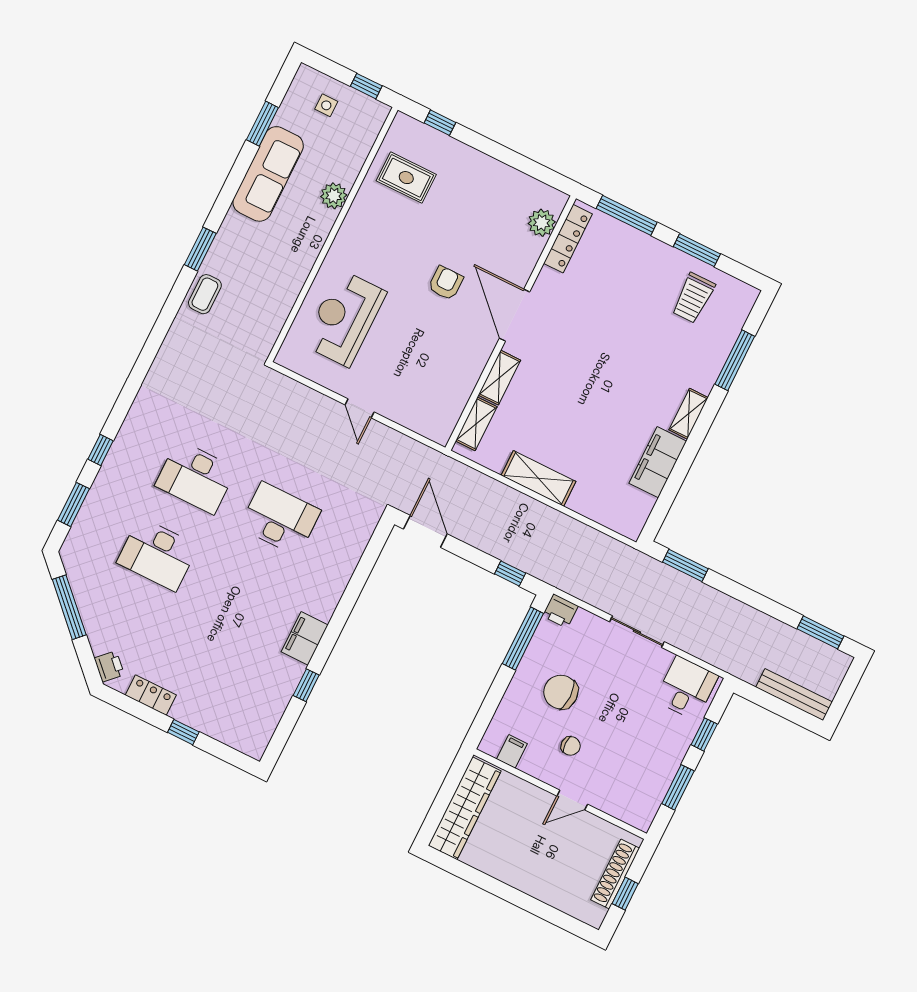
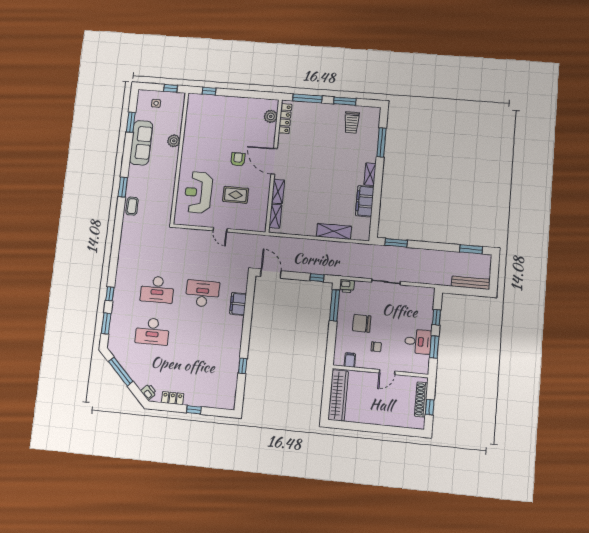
rug: (406, 178) -> (236, 195), moved
shelving: (538, 478) -> (334, 231), moved
filing cabinet: (305, 638) -> (238, 304), moved
desk: (686, 688) -> (418, 342), moved, turned 90

